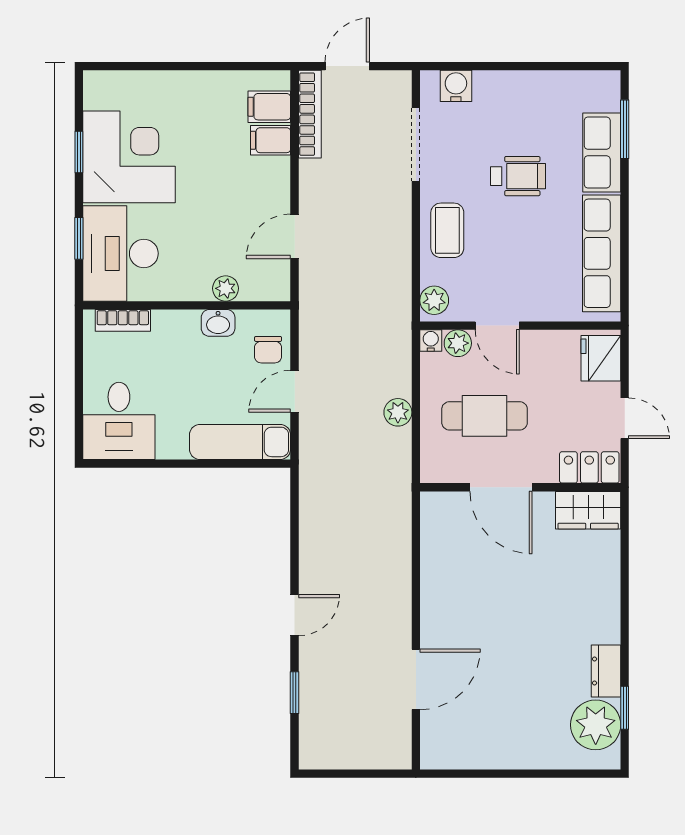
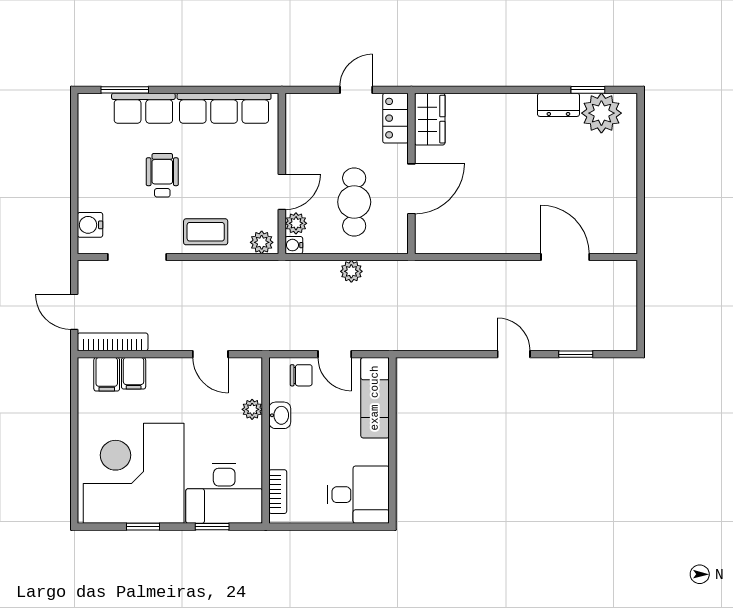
corner desk: (129, 157) -> (134, 473), width x1.36, depth x1.36
fridge: (601, 358) -> (308, 109), removed

